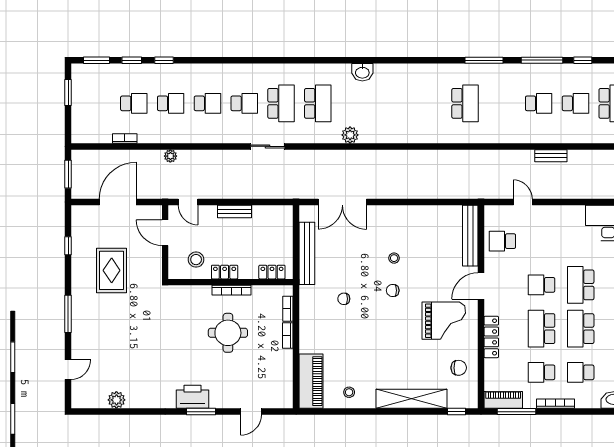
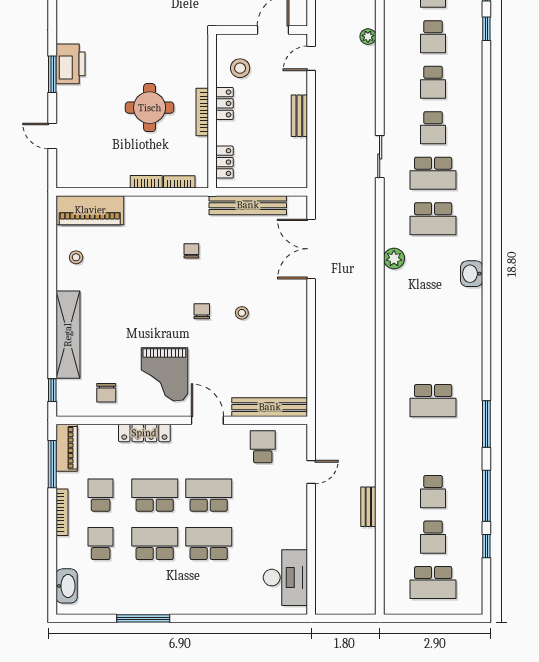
school desk: (542, 285) -> (209, 495), width x1.85

